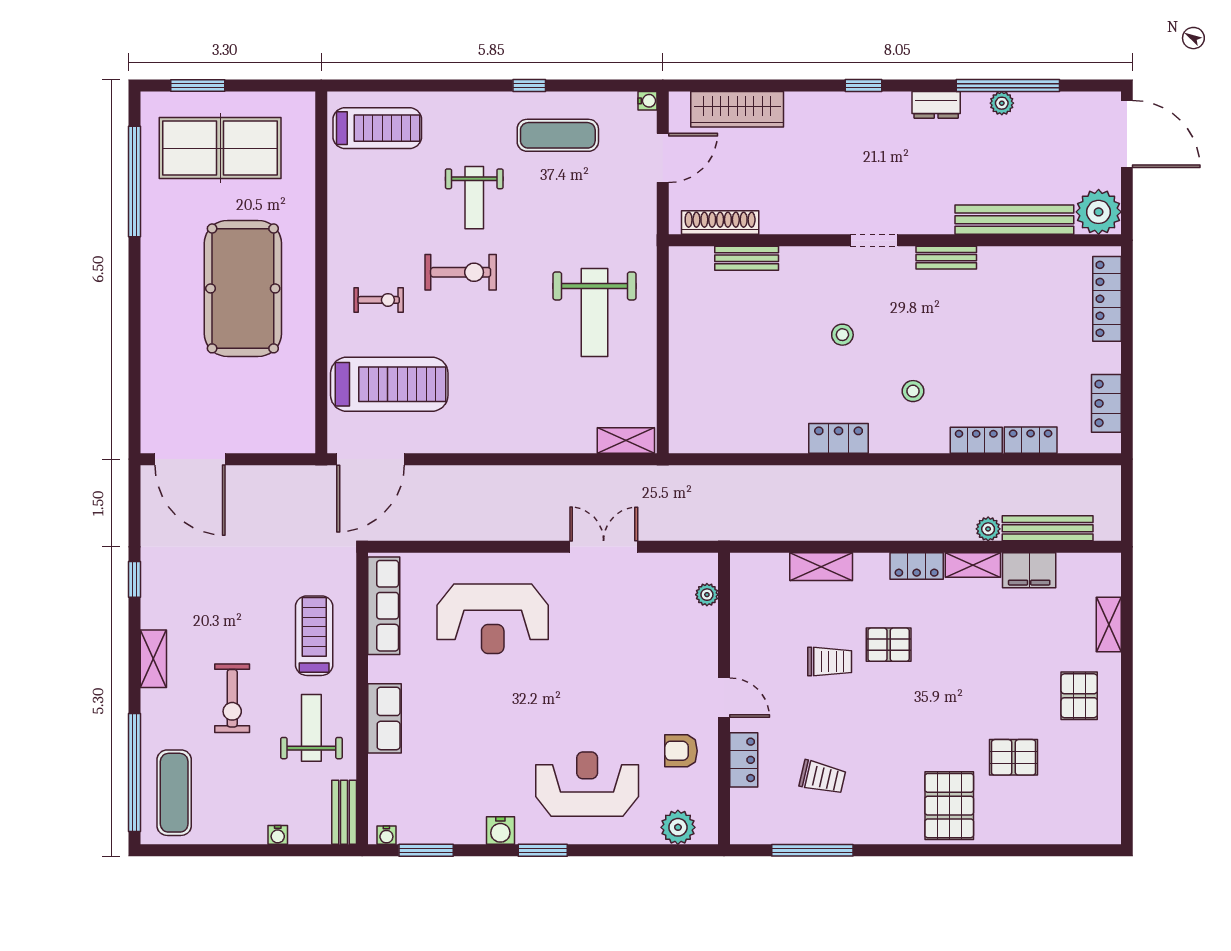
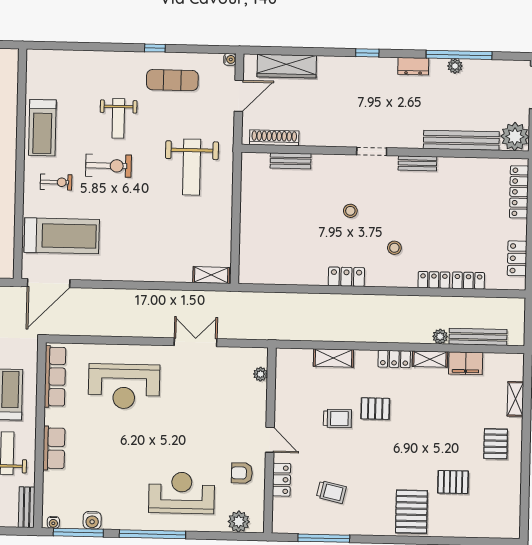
treadmill: (377, 128) -> (42, 128), moved, turned 90
weight bench: (595, 312) -> (192, 167), moved
water cooler: (500, 831) -> (92, 520), moved
window: (426, 850) -> (78, 533), width x1.44
window: (543, 850) -> (152, 534), width x2.11

